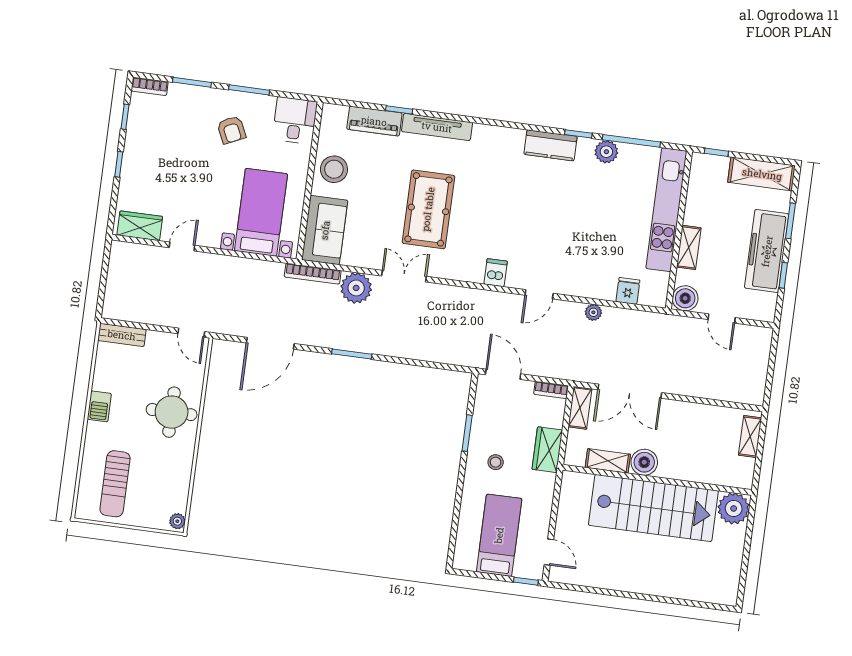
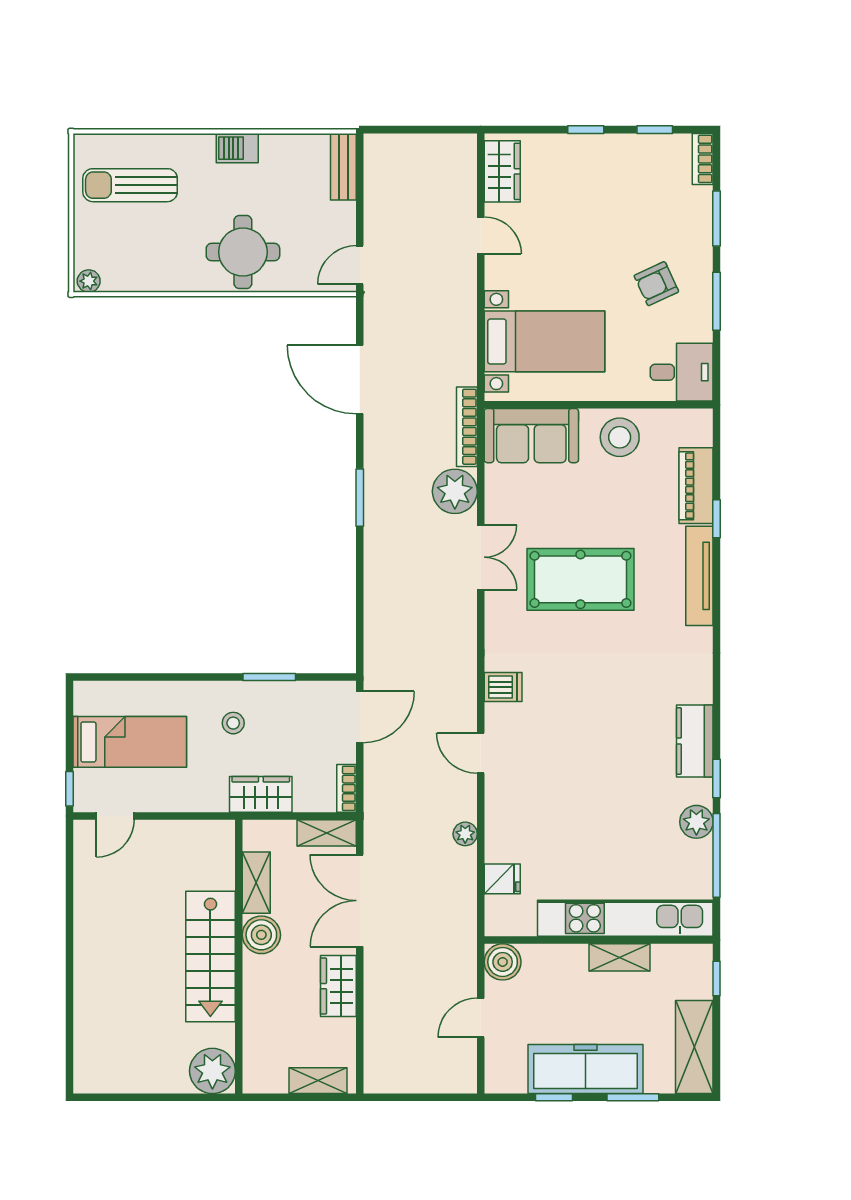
shelving: (689, 247) -> (620, 957), moved
wardrobe: (687, 414) -> (338, 986), added
stairs: (653, 508) -> (210, 957), width x0.73, depth x0.66

